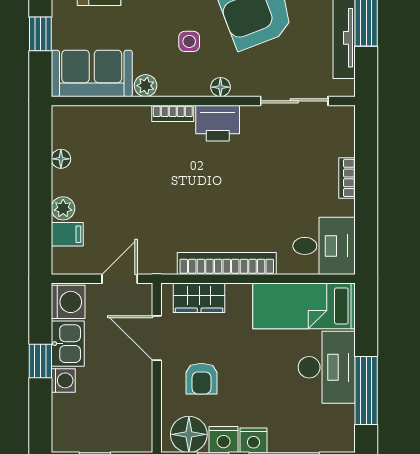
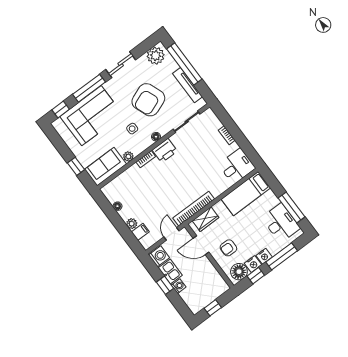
bookcase: (227, 264) -> (194, 209), moved
desk: (327, 367) -> (281, 223), moved
armchair: (201, 379) -> (228, 248), turned 90

